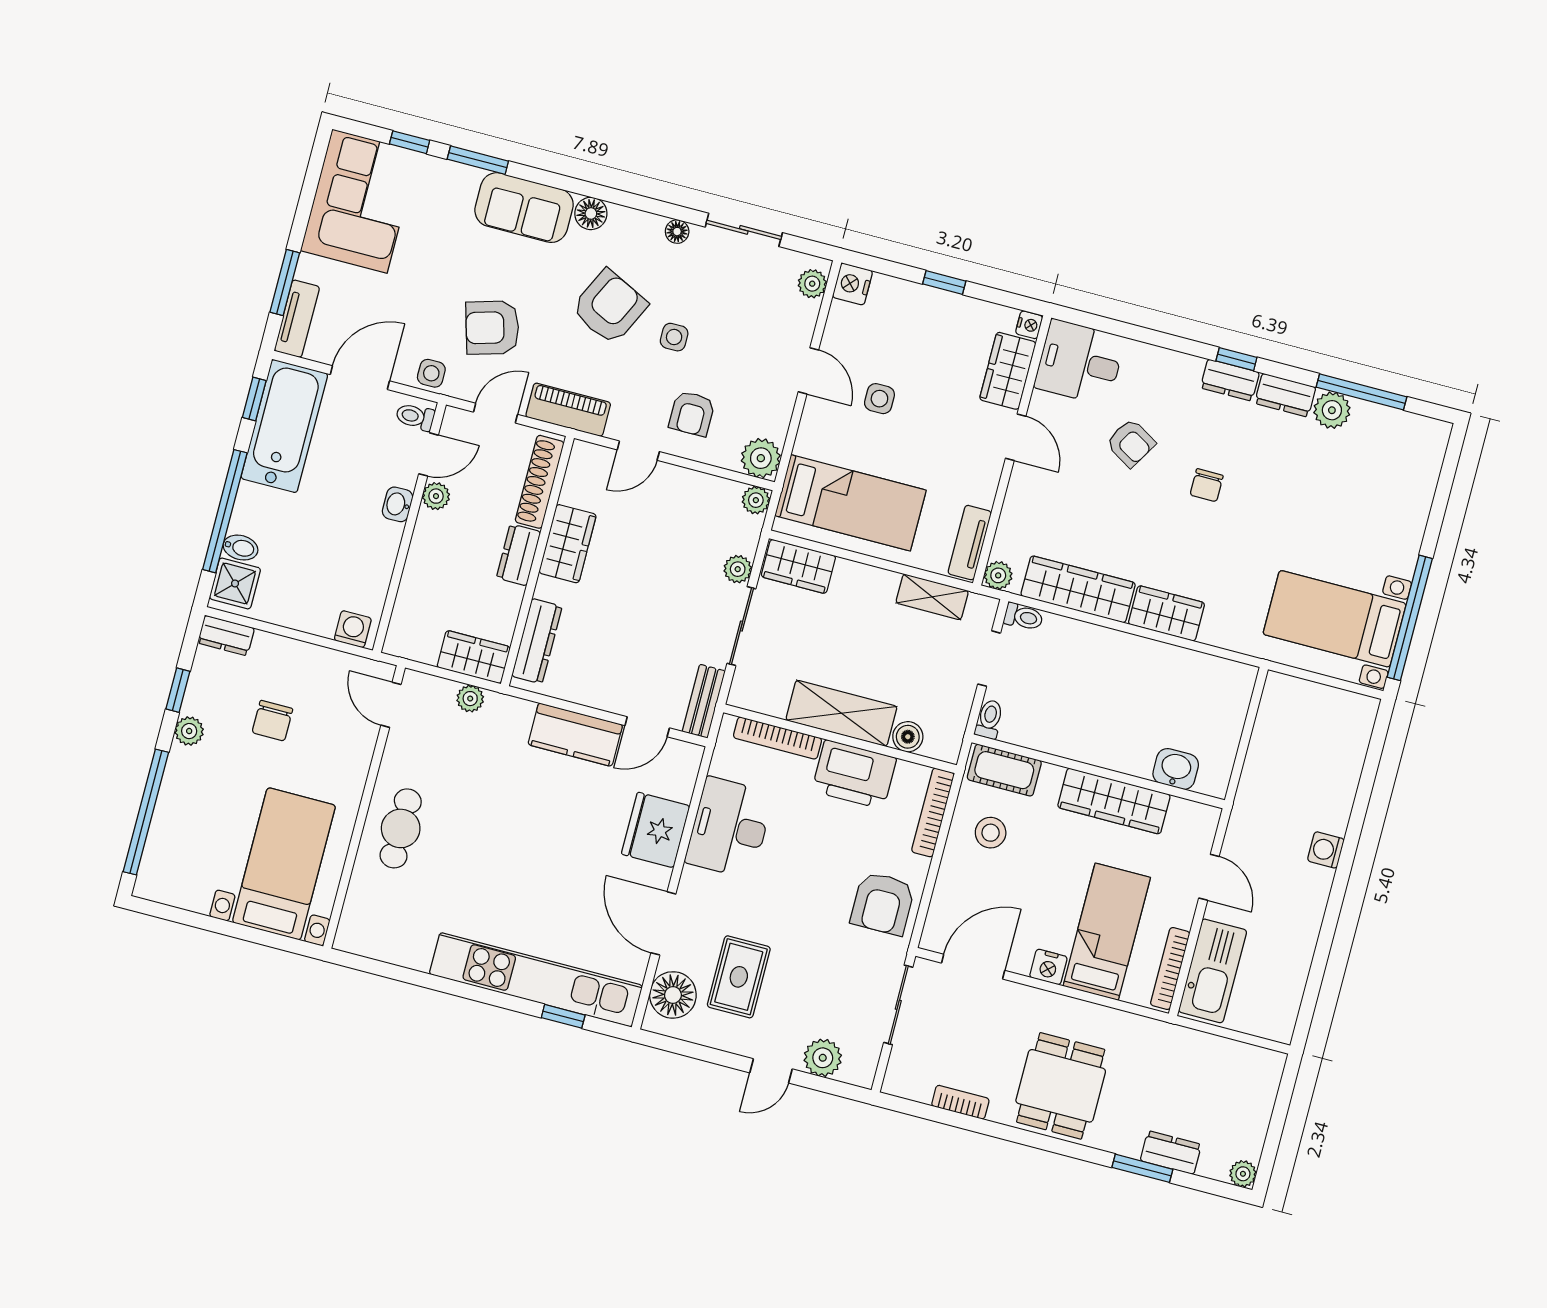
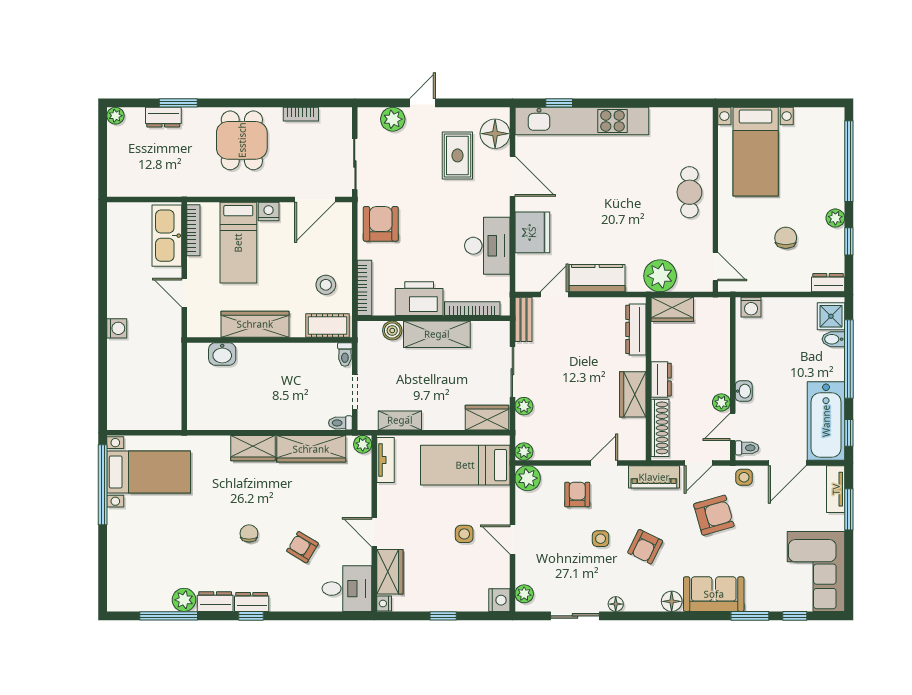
armchair: (609, 307) -> (645, 547), width x0.72, depth x0.72
plant: (470, 699) -> (660, 276), width x1.88, depth x1.88

